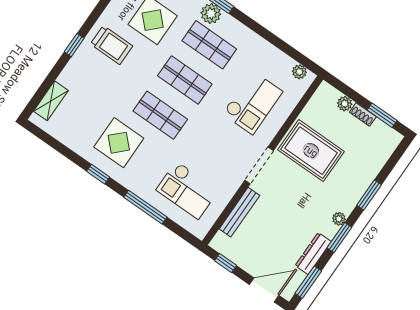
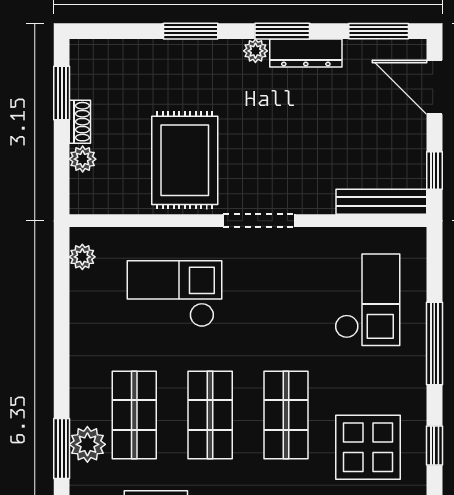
bench: (239, 212) -> (381, 202), moved
dresser: (313, 254) -> (306, 53), moved

